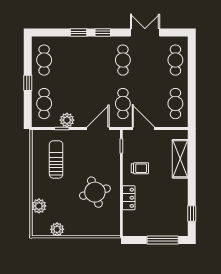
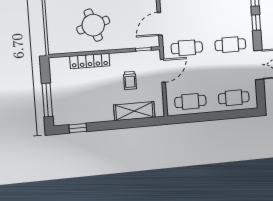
door: (98, 129) -> (160, 24), swing flipped
trolley: (140, 168) -> (130, 81), moved
locker: (129, 198) -> (90, 61), width x1.53

